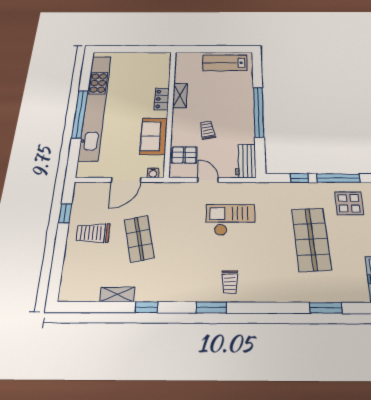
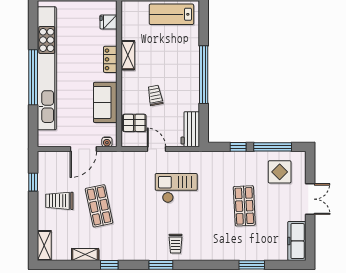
fridge: (162, 69) -> (109, 22), added
shop shelf: (311, 239) -> (244, 206), width x0.70, depth x0.74
shelving: (68, 284) -> (44, 245), added

